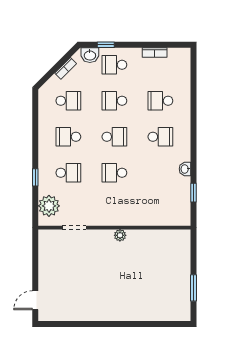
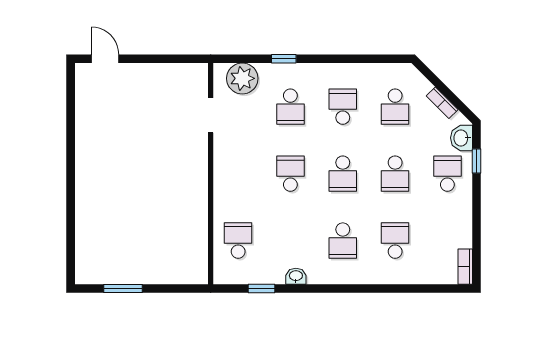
bookcase: (155, 53) -> (465, 267), moved
school desk: (114, 101) -> (395, 174), turned 180
school desk: (160, 209) -> (238, 241), added
plant: (120, 235) -> (199, 182), removed

